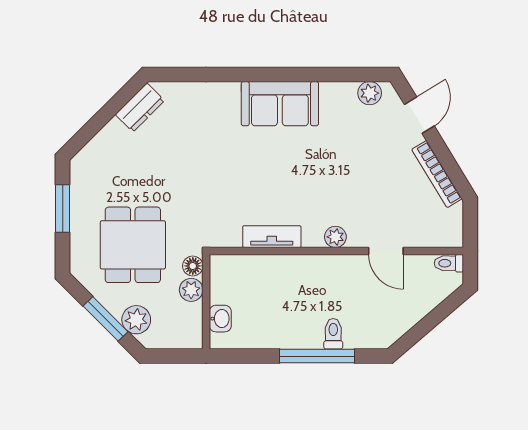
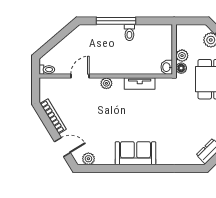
door: (419, 115) -> (62, 147), swing flipped
door: (386, 251) -> (80, 76), hinge flipped
washbasin: (220, 319) -> (167, 67), moved
toilet: (333, 334) -> (129, 33), moved

